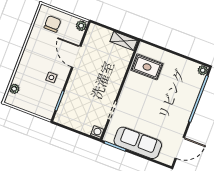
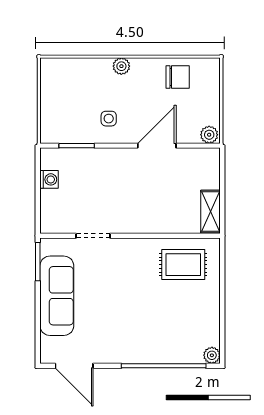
chair: (52, 24) -> (178, 77), moved
rug: (147, 67) -> (183, 265), turned 90
plant: (14, 89) -> (121, 66), moved
washing machine: (97, 132) -> (49, 179), moved

